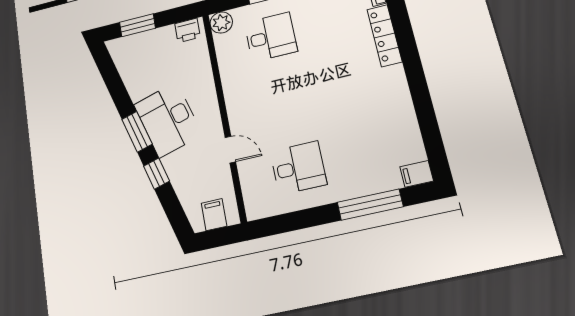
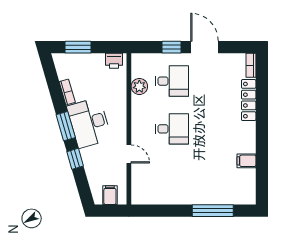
plant: (221, 23) -> (139, 86), moved
bookcase: (132, 86) -> (67, 92), added
desk: (298, 168) -> (172, 129), moved
filing cabinet: (417, 174) -> (246, 161), moved

